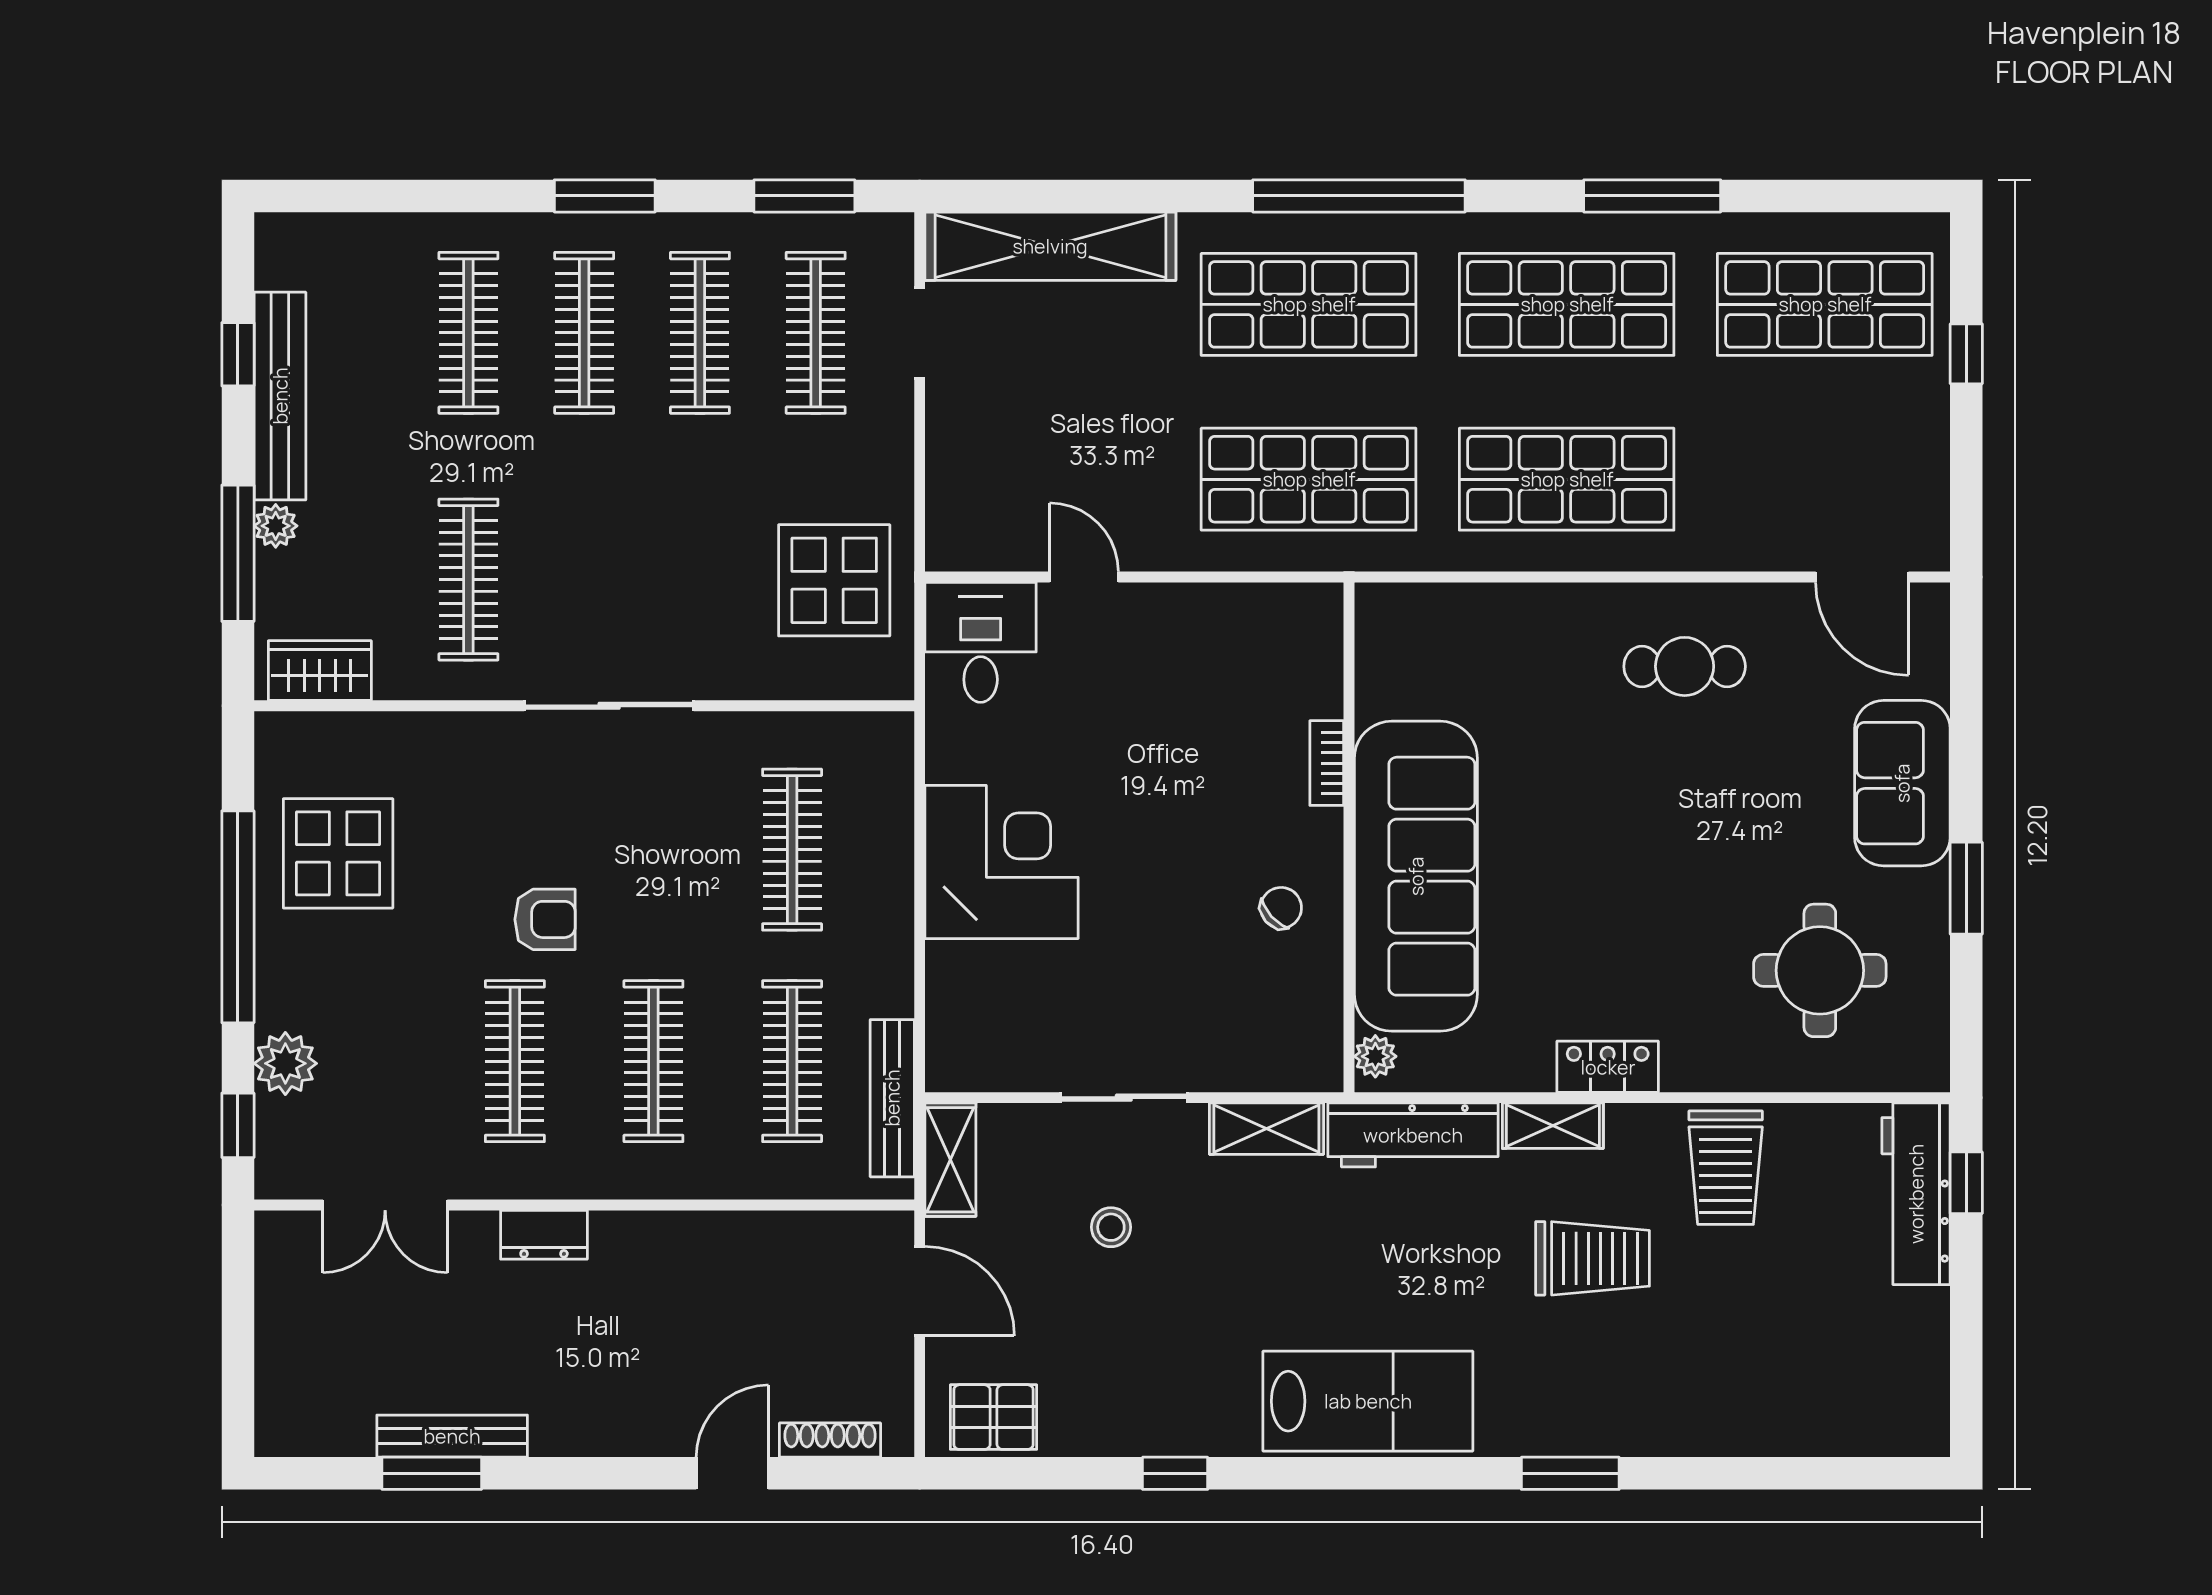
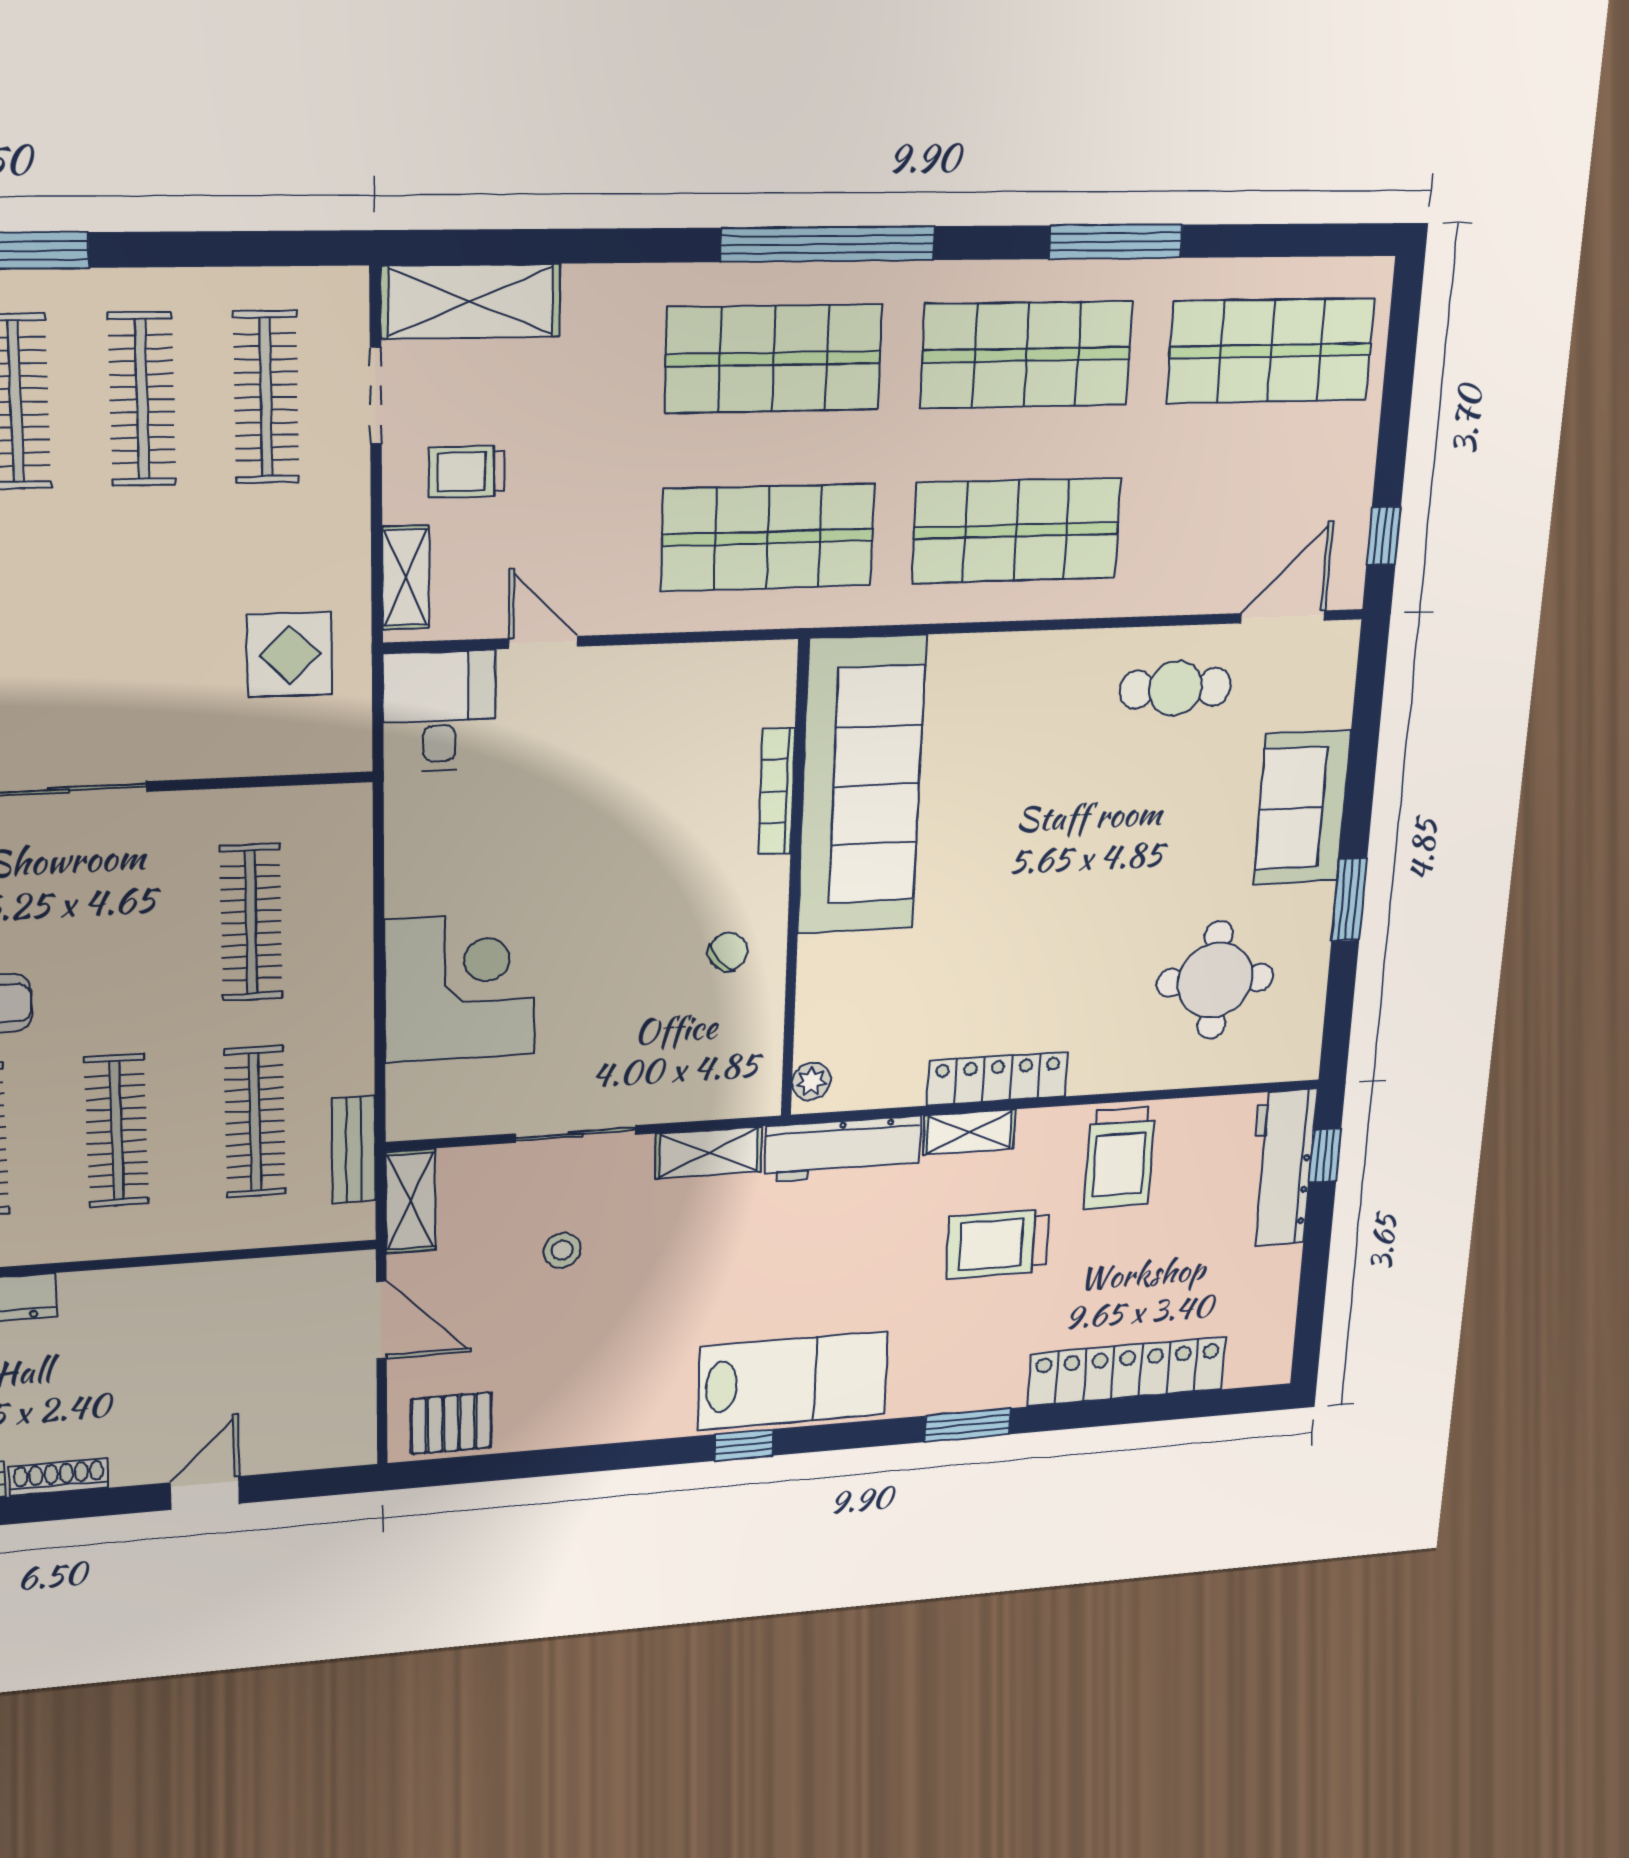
window: (804, 196) -> (251, 249), removed
shelving: (1050, 246) -> (471, 301), width x0.68
window: (1966, 354) -> (1384, 536), moved
trolley: (1007, 407) -> (467, 472), added
shelving: (948, 508) -> (406, 578), added
door: (1862, 577) -> (1283, 617), swing flipped
display table: (834, 580) -> (290, 655), width x0.73, depth x0.73
cafe table: (1685, 666) -> (1175, 688), moved
bookcase: (1327, 763) -> (777, 791), width x1.56
corner desk: (1002, 862) -> (460, 987), moved
sofa: (1416, 876) -> (861, 786), moved
locker: (1608, 1067) -> (997, 1079), width x1.53
bench: (892, 1098) -> (354, 1150), width x0.73
trolley: (1593, 1258) -> (998, 1244), turned 180
locker: (1753, 1425) -> (1127, 1372), added
shoe rack: (830, 1440) -> (59, 1477), moved
window: (1175, 1473) -> (744, 1445), moved

